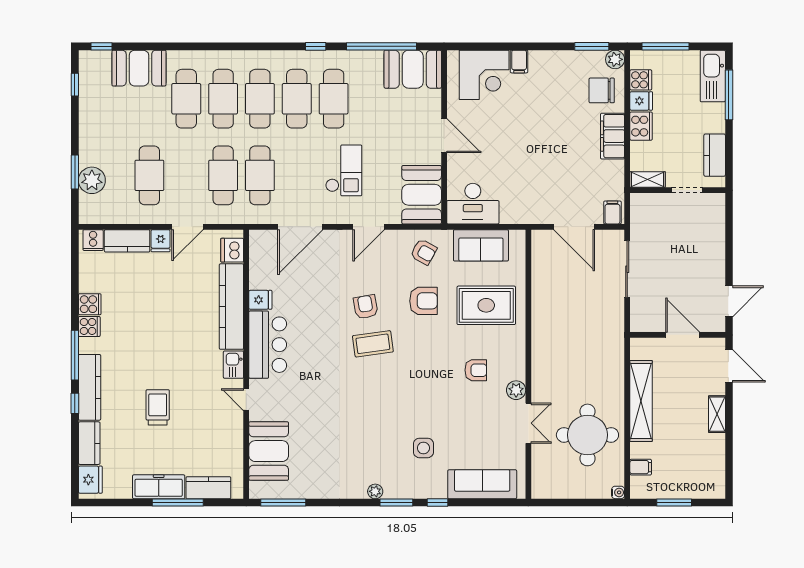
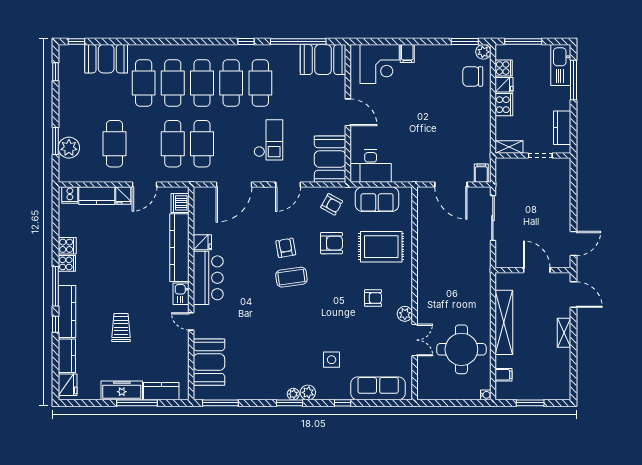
filing cabinet: (613, 136) -> (481, 113), removed
plant: (394, 489) -> (308, 392), added
window: (396, 503) -> (289, 403), moved

